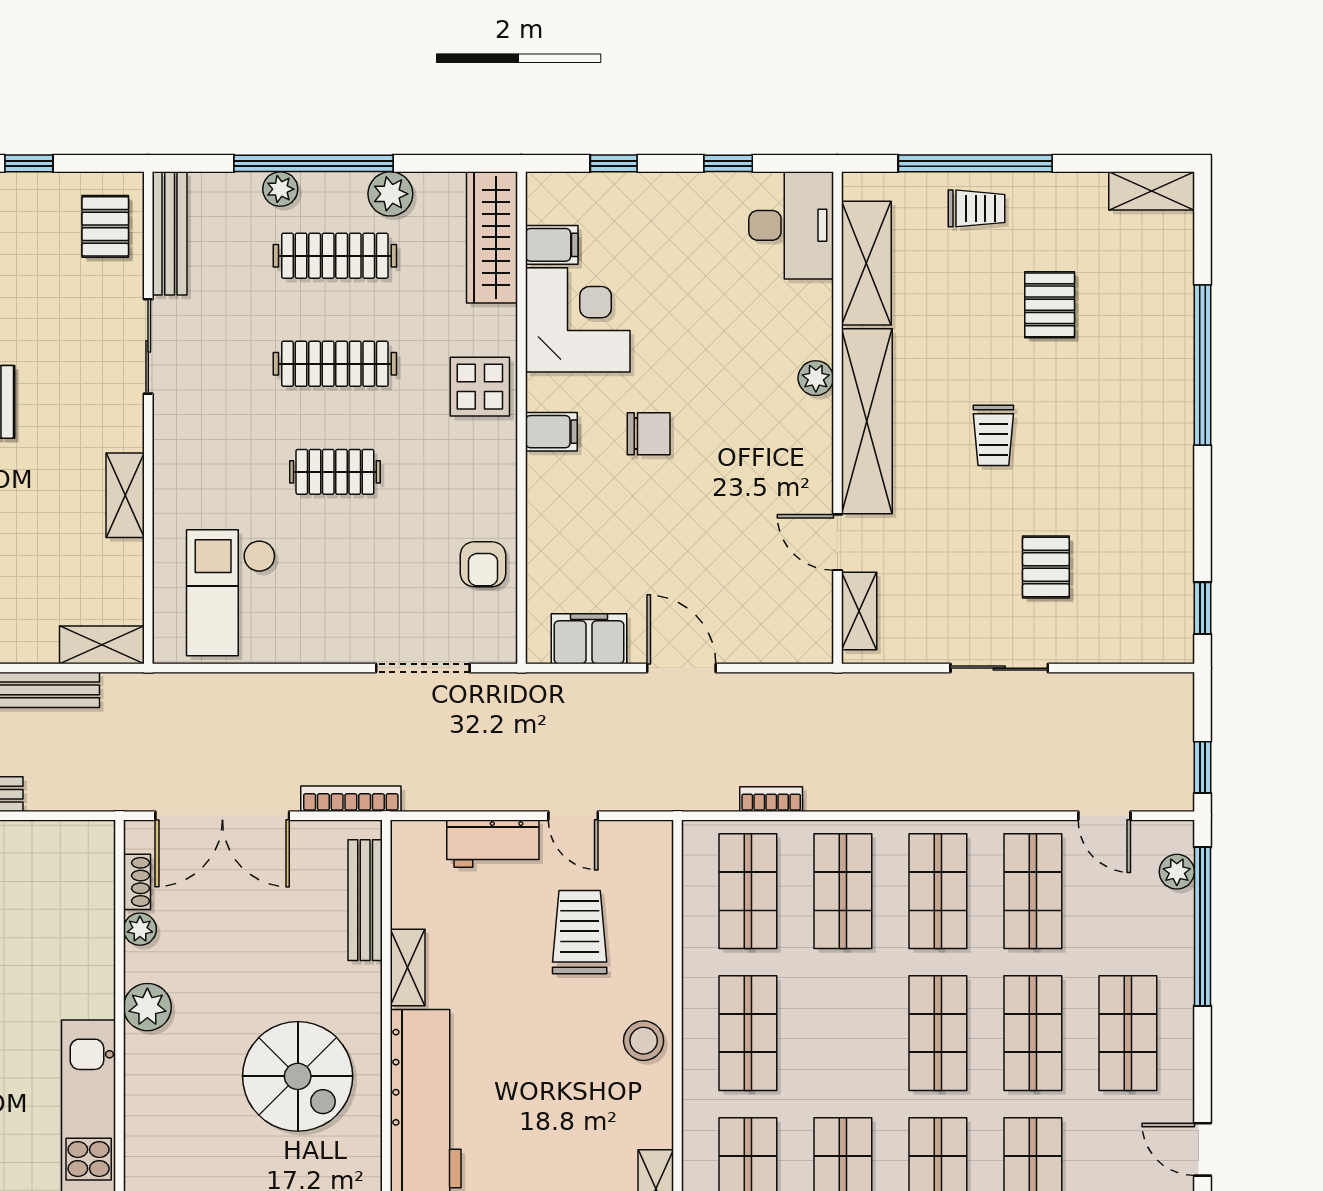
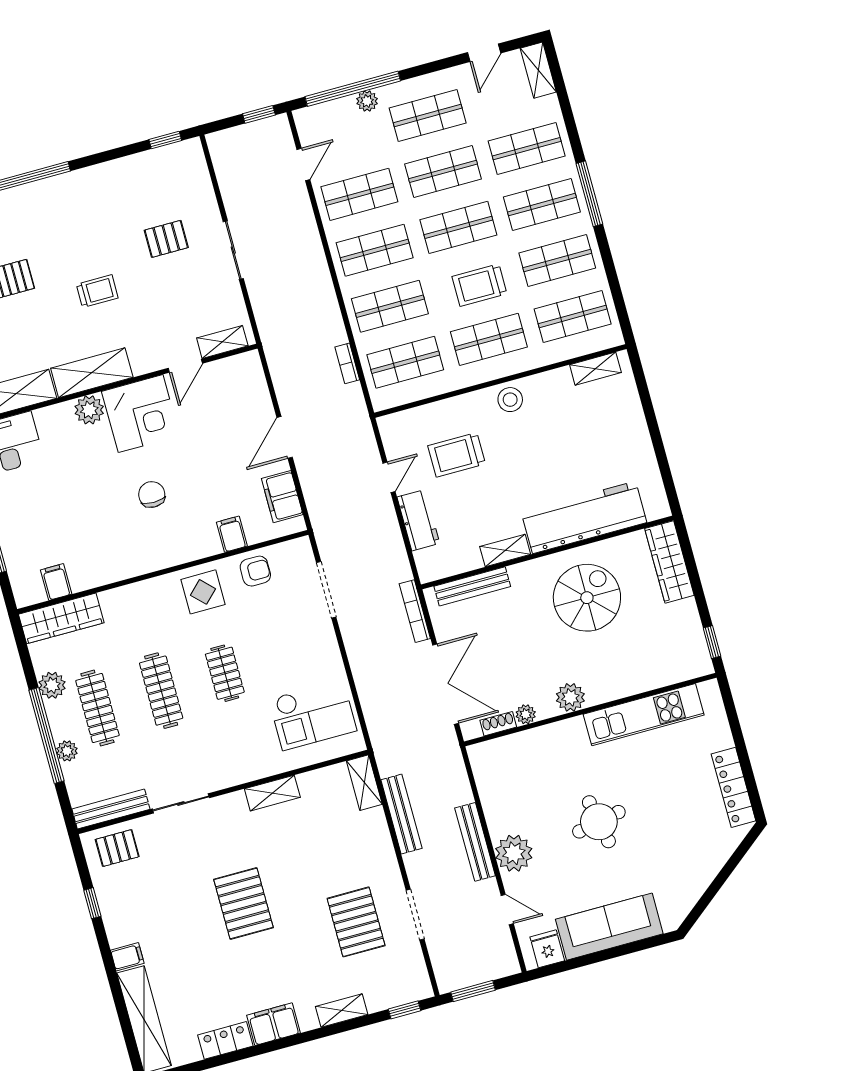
corner desk: (578, 320) -> (141, 414), moved, turned 180
plant: (816, 378) -> (89, 410), width x1.38, depth x1.38
display table: (480, 387) -> (203, 592), moved
shelving: (867, 421) -> (92, 373), width x0.68
filing cabinet: (551, 432) -> (232, 534), moved
plant: (1177, 872) -> (367, 101), moved
trolley: (838, 1042) -> (480, 285), added

